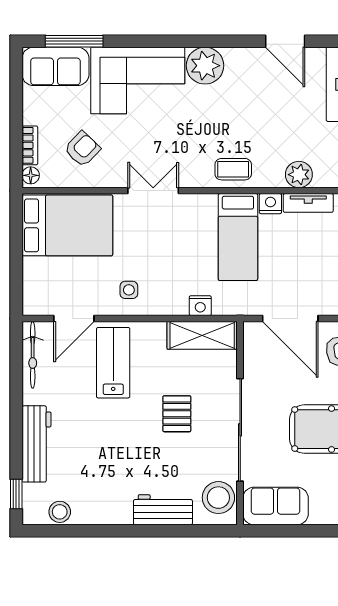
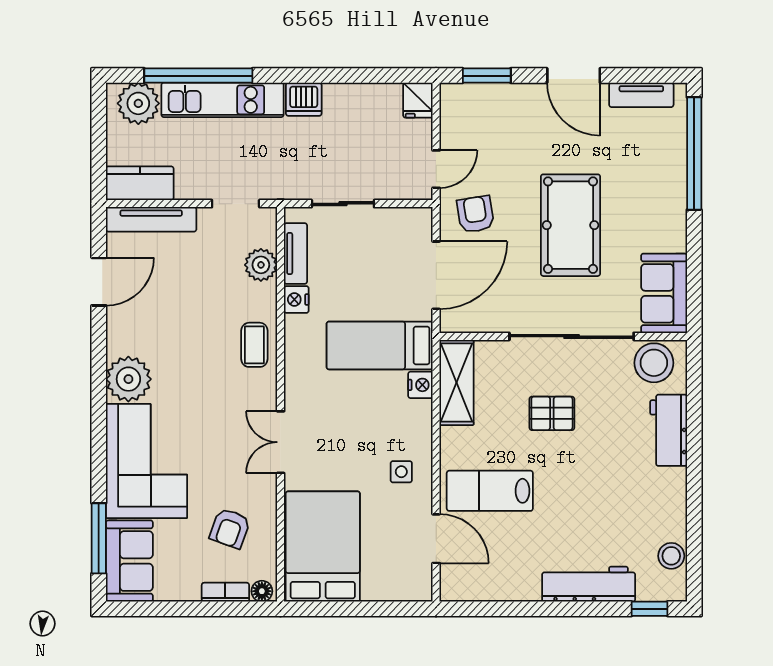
armchair: (82, 149) -> (230, 528), turned -114
bed: (238, 237) -> (380, 345), moved, turned 180
bicycle: (33, 355) -> (480, 589), removed

